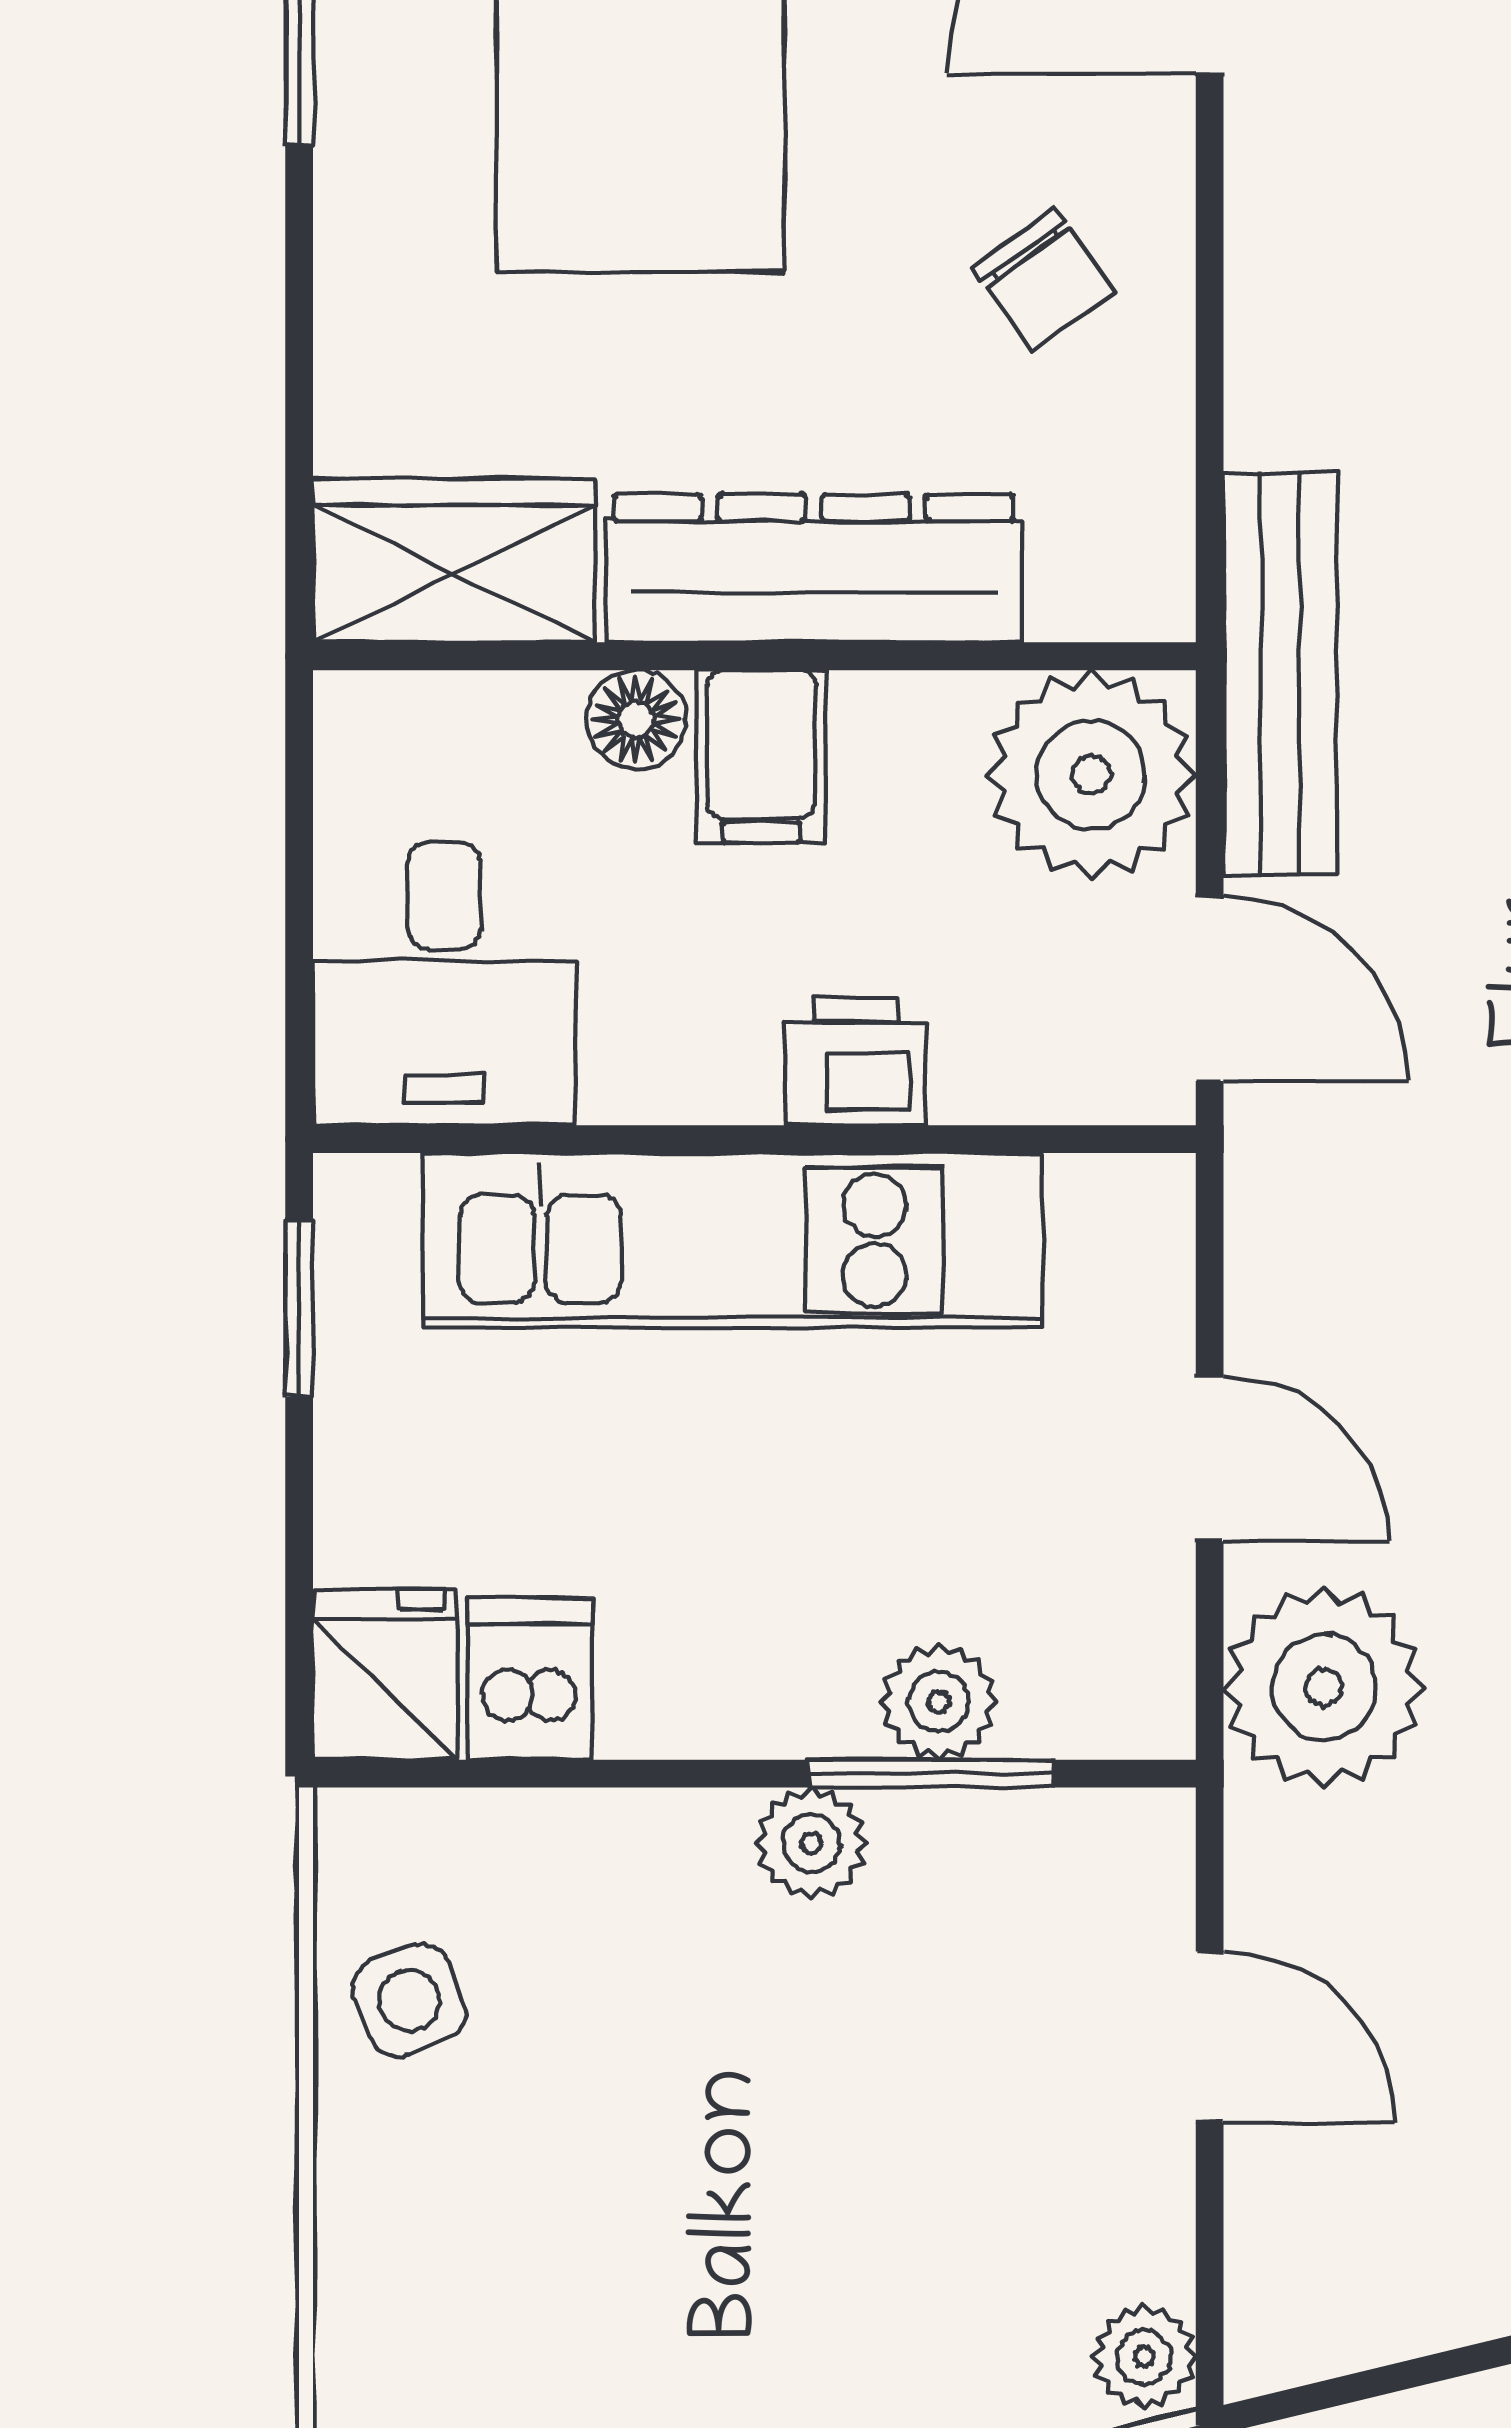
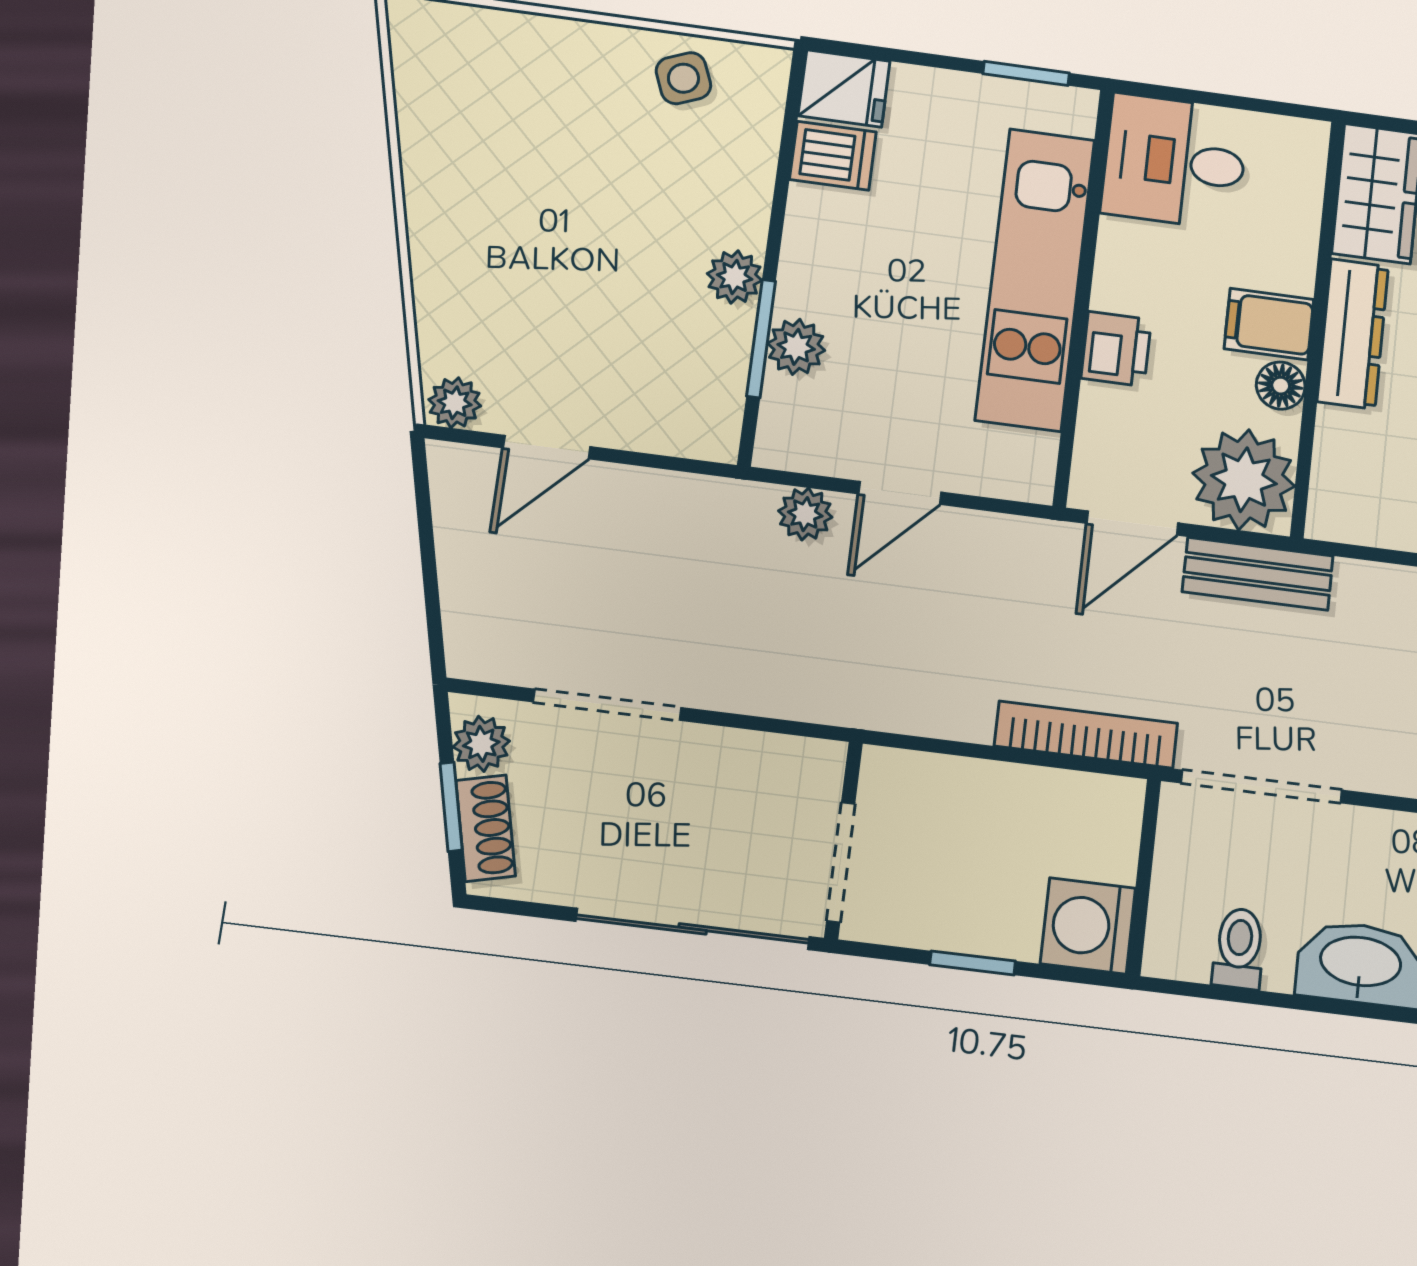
dresser: (814, 568) -> (1353, 334), width x0.73, depth x0.80
bench: (1280, 674) -> (1258, 574), width x0.73
floor lamp: (636, 720) -> (1281, 386), moved
plant: (1324, 1687) -> (805, 514), width x0.53, depth x0.53
door: (1210, 2037) -> (547, 447), moved

